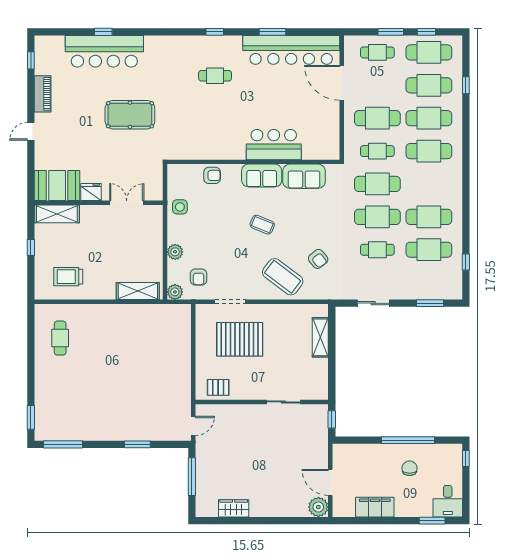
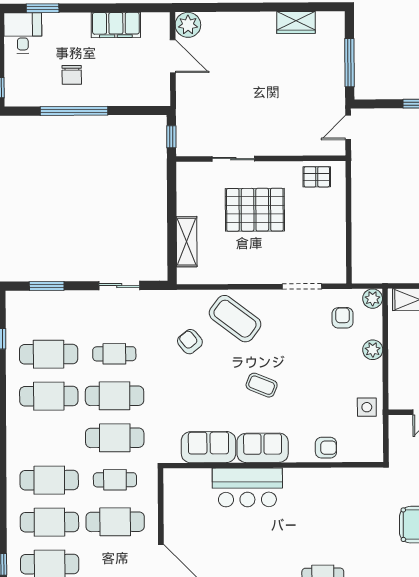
armchair: (212, 175) -> (326, 448), turned 180
pallet: (240, 339) -> (255, 210), moved

